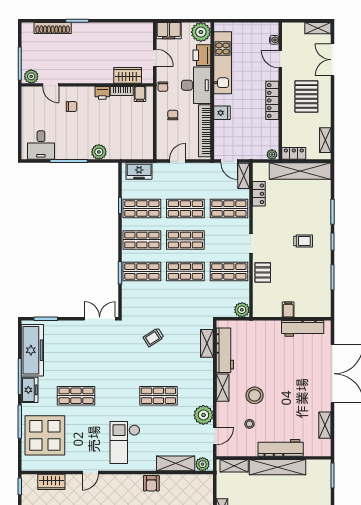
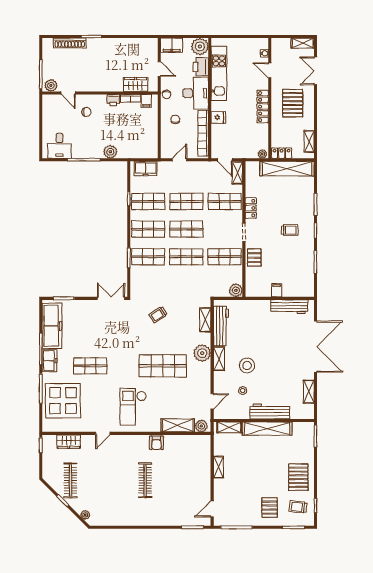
locker: (259, 194) -> (251, 208), moved
shop shelf: (158, 396) -> (163, 366), width x1.43, depth x1.36
plant: (203, 415) -> (202, 353), moved

